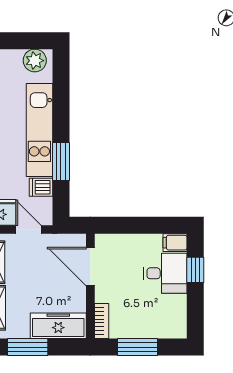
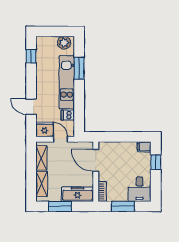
window: (61, 161) -> (79, 68), moved
desk: (165, 273) -> (140, 189), moved, turned 90

